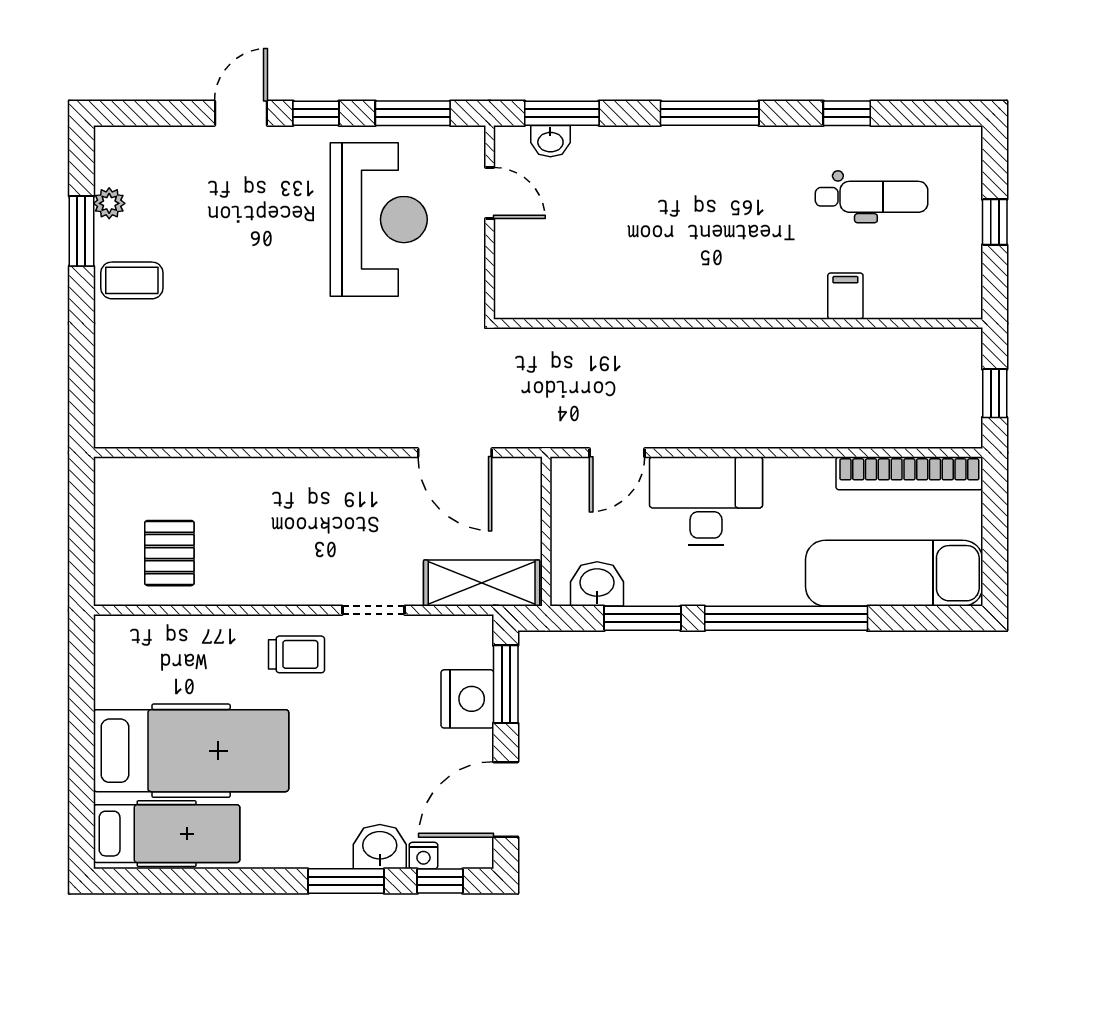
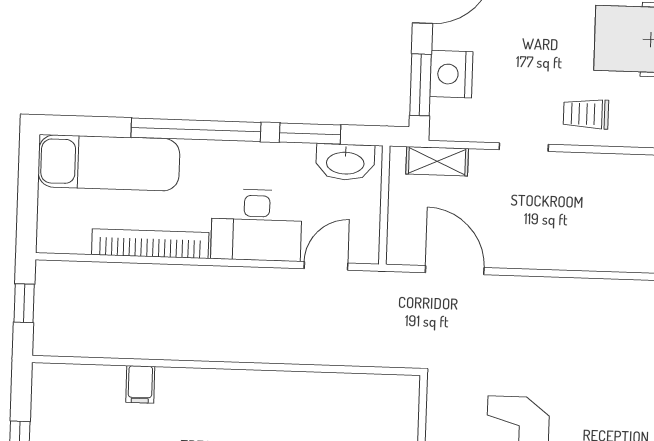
bookcase: (909, 473) -> (150, 244), moved
shelving: (482, 583) -> (437, 161), width x0.67, depth x0.75
washbasin: (597, 584) -> (345, 162), width x1.38

